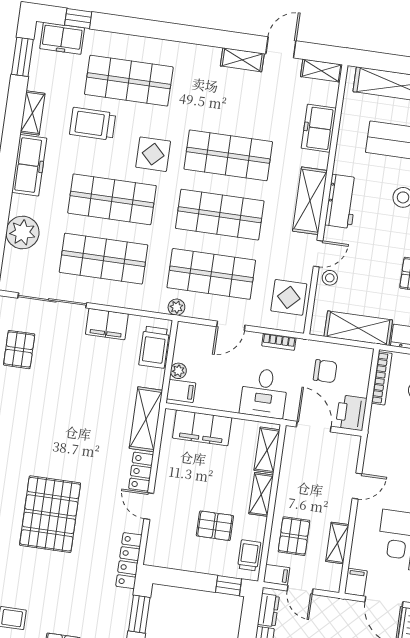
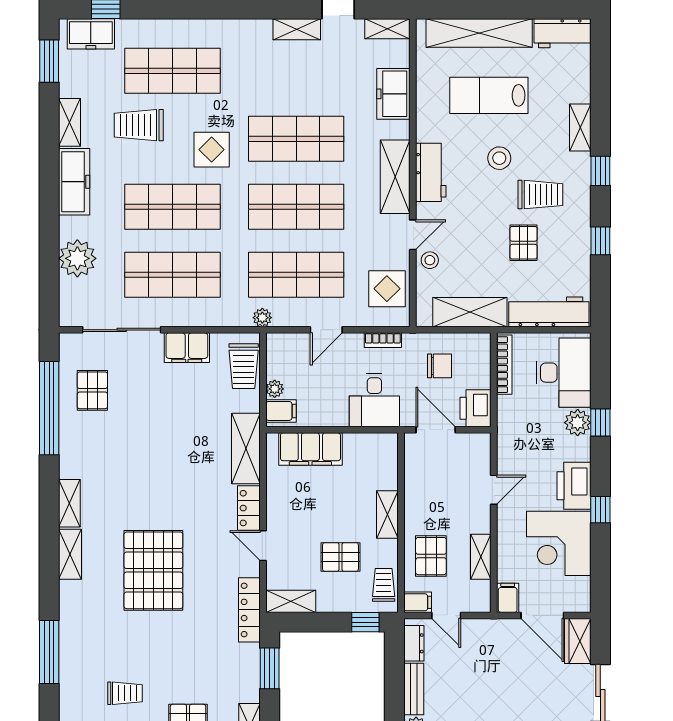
shelving: (267, 450) -> (291, 601), moved, turned 90

